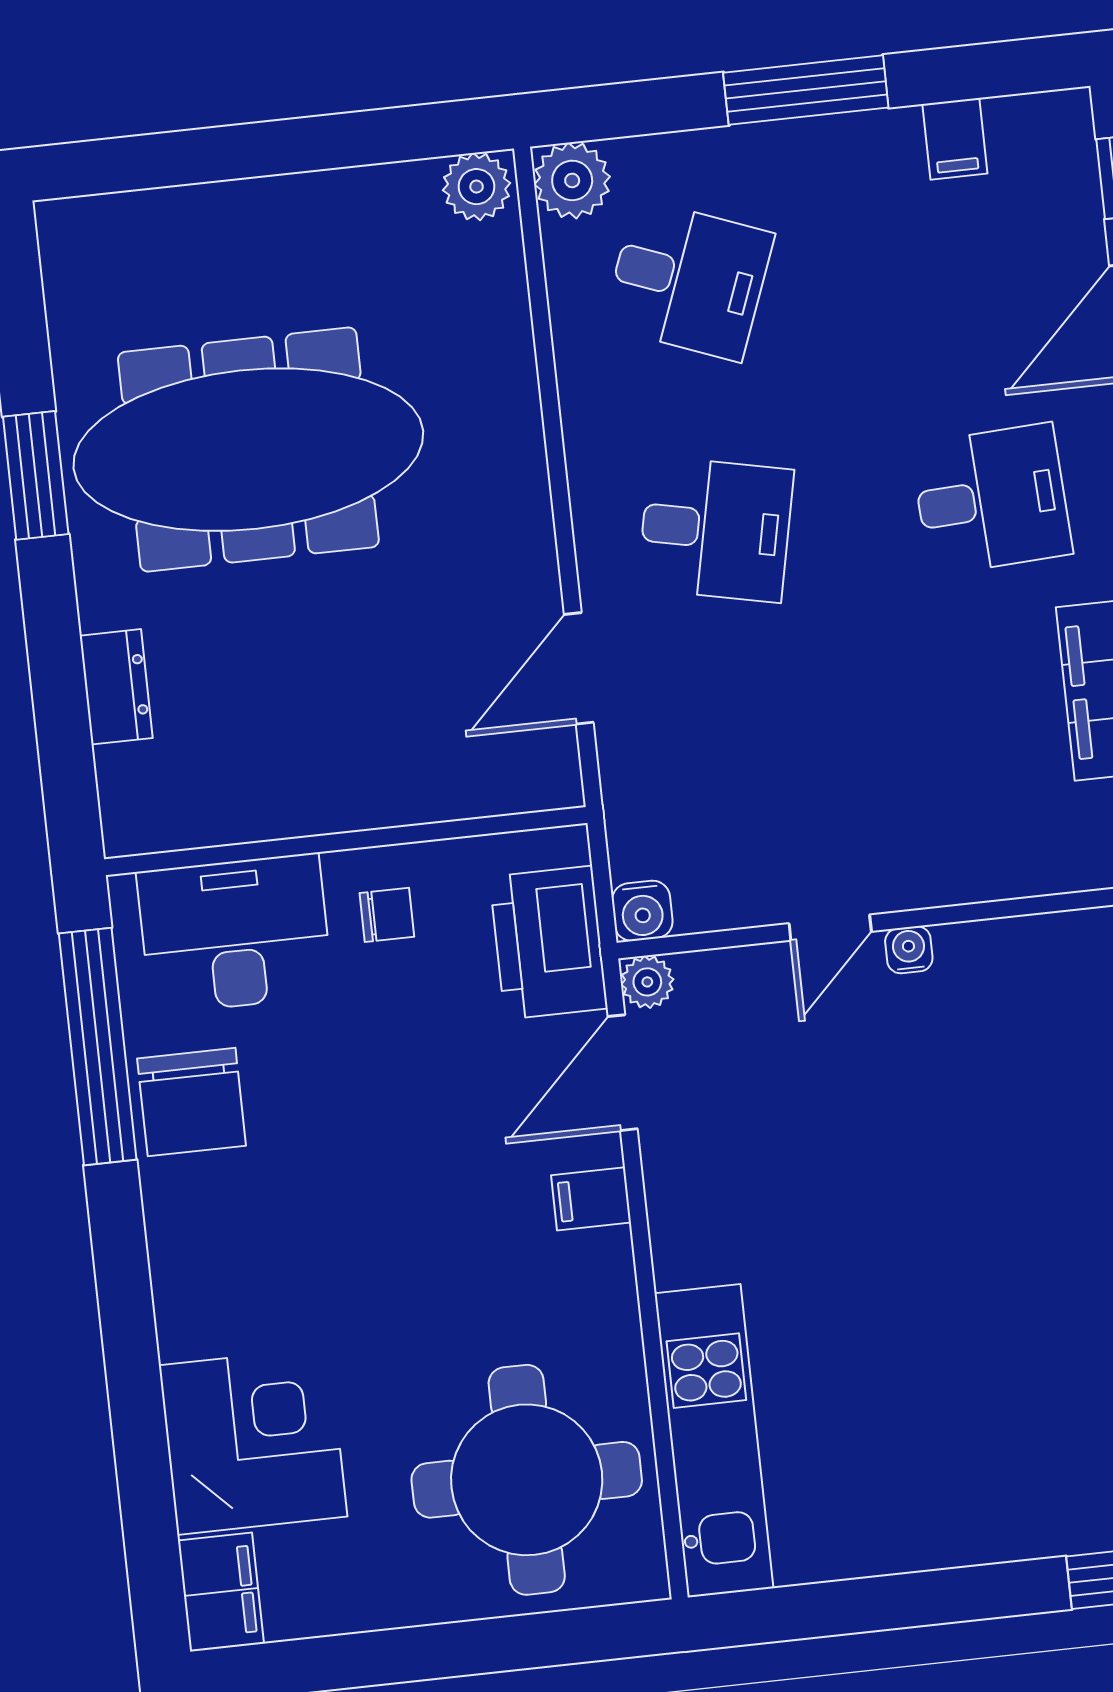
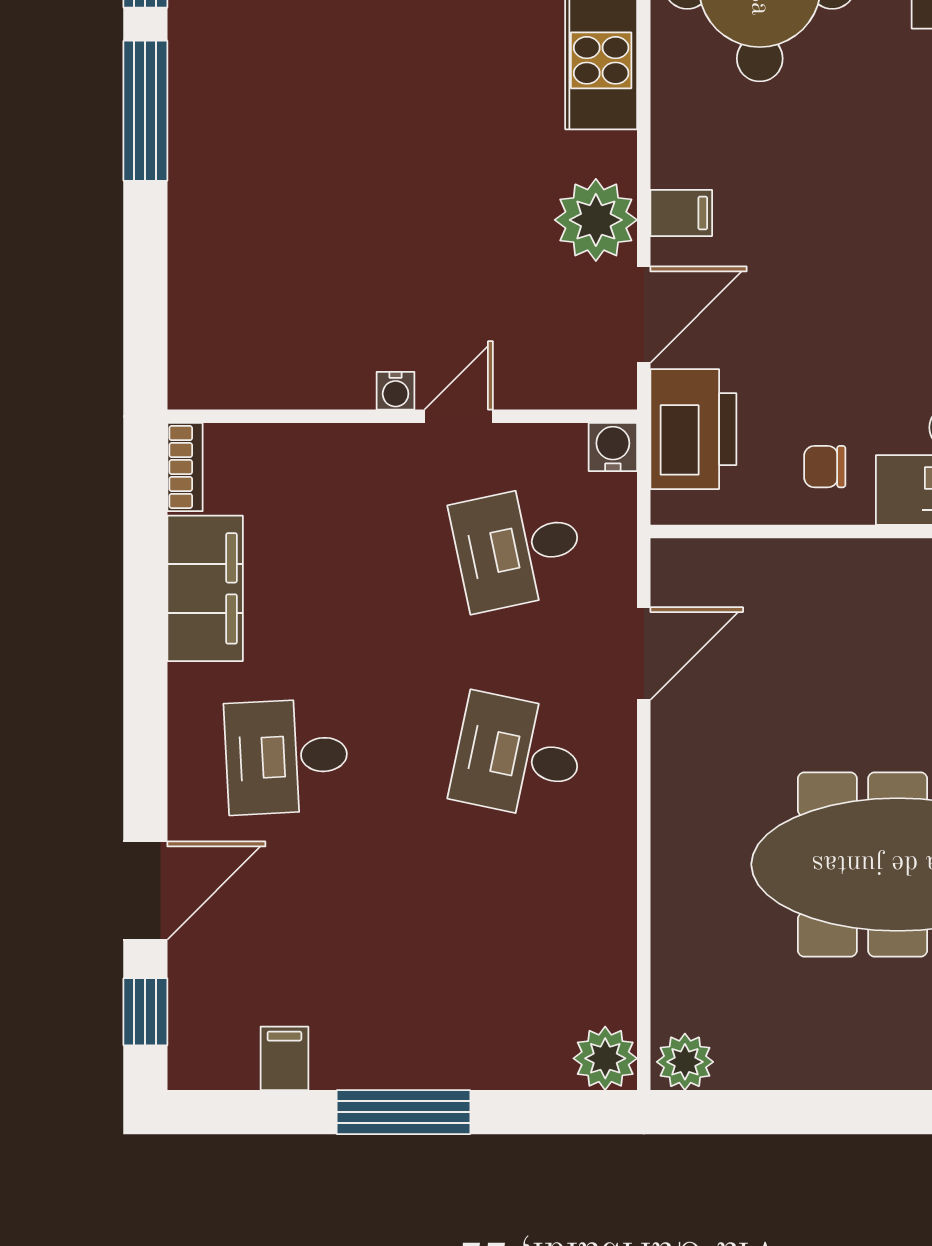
desk: (688, 280) -> (518, 548), moved, turned -33
plant: (647, 982) -> (596, 220), moved, width x1.87, depth x1.87

